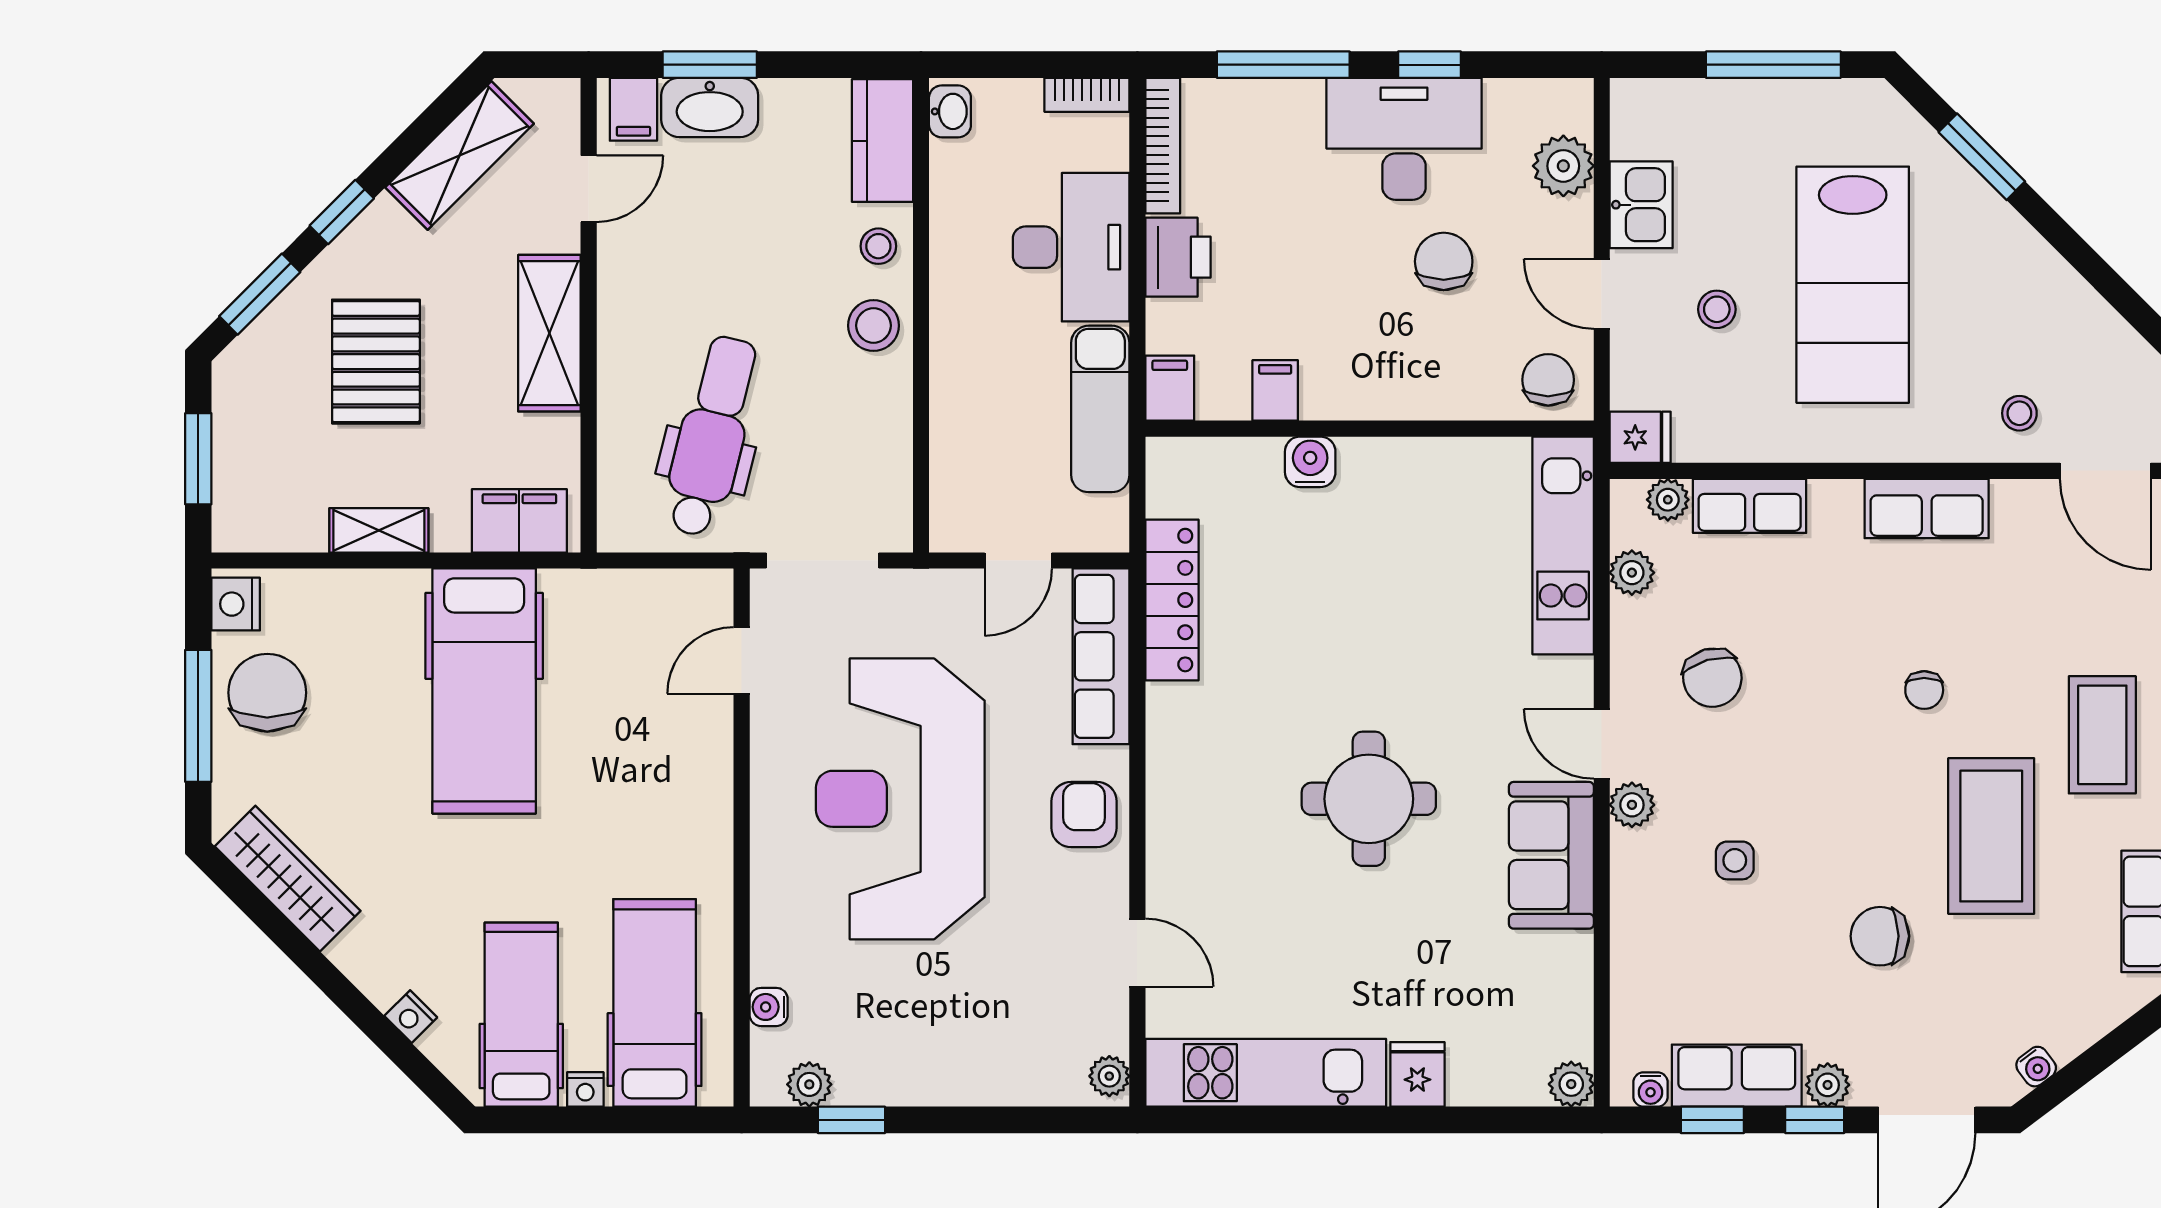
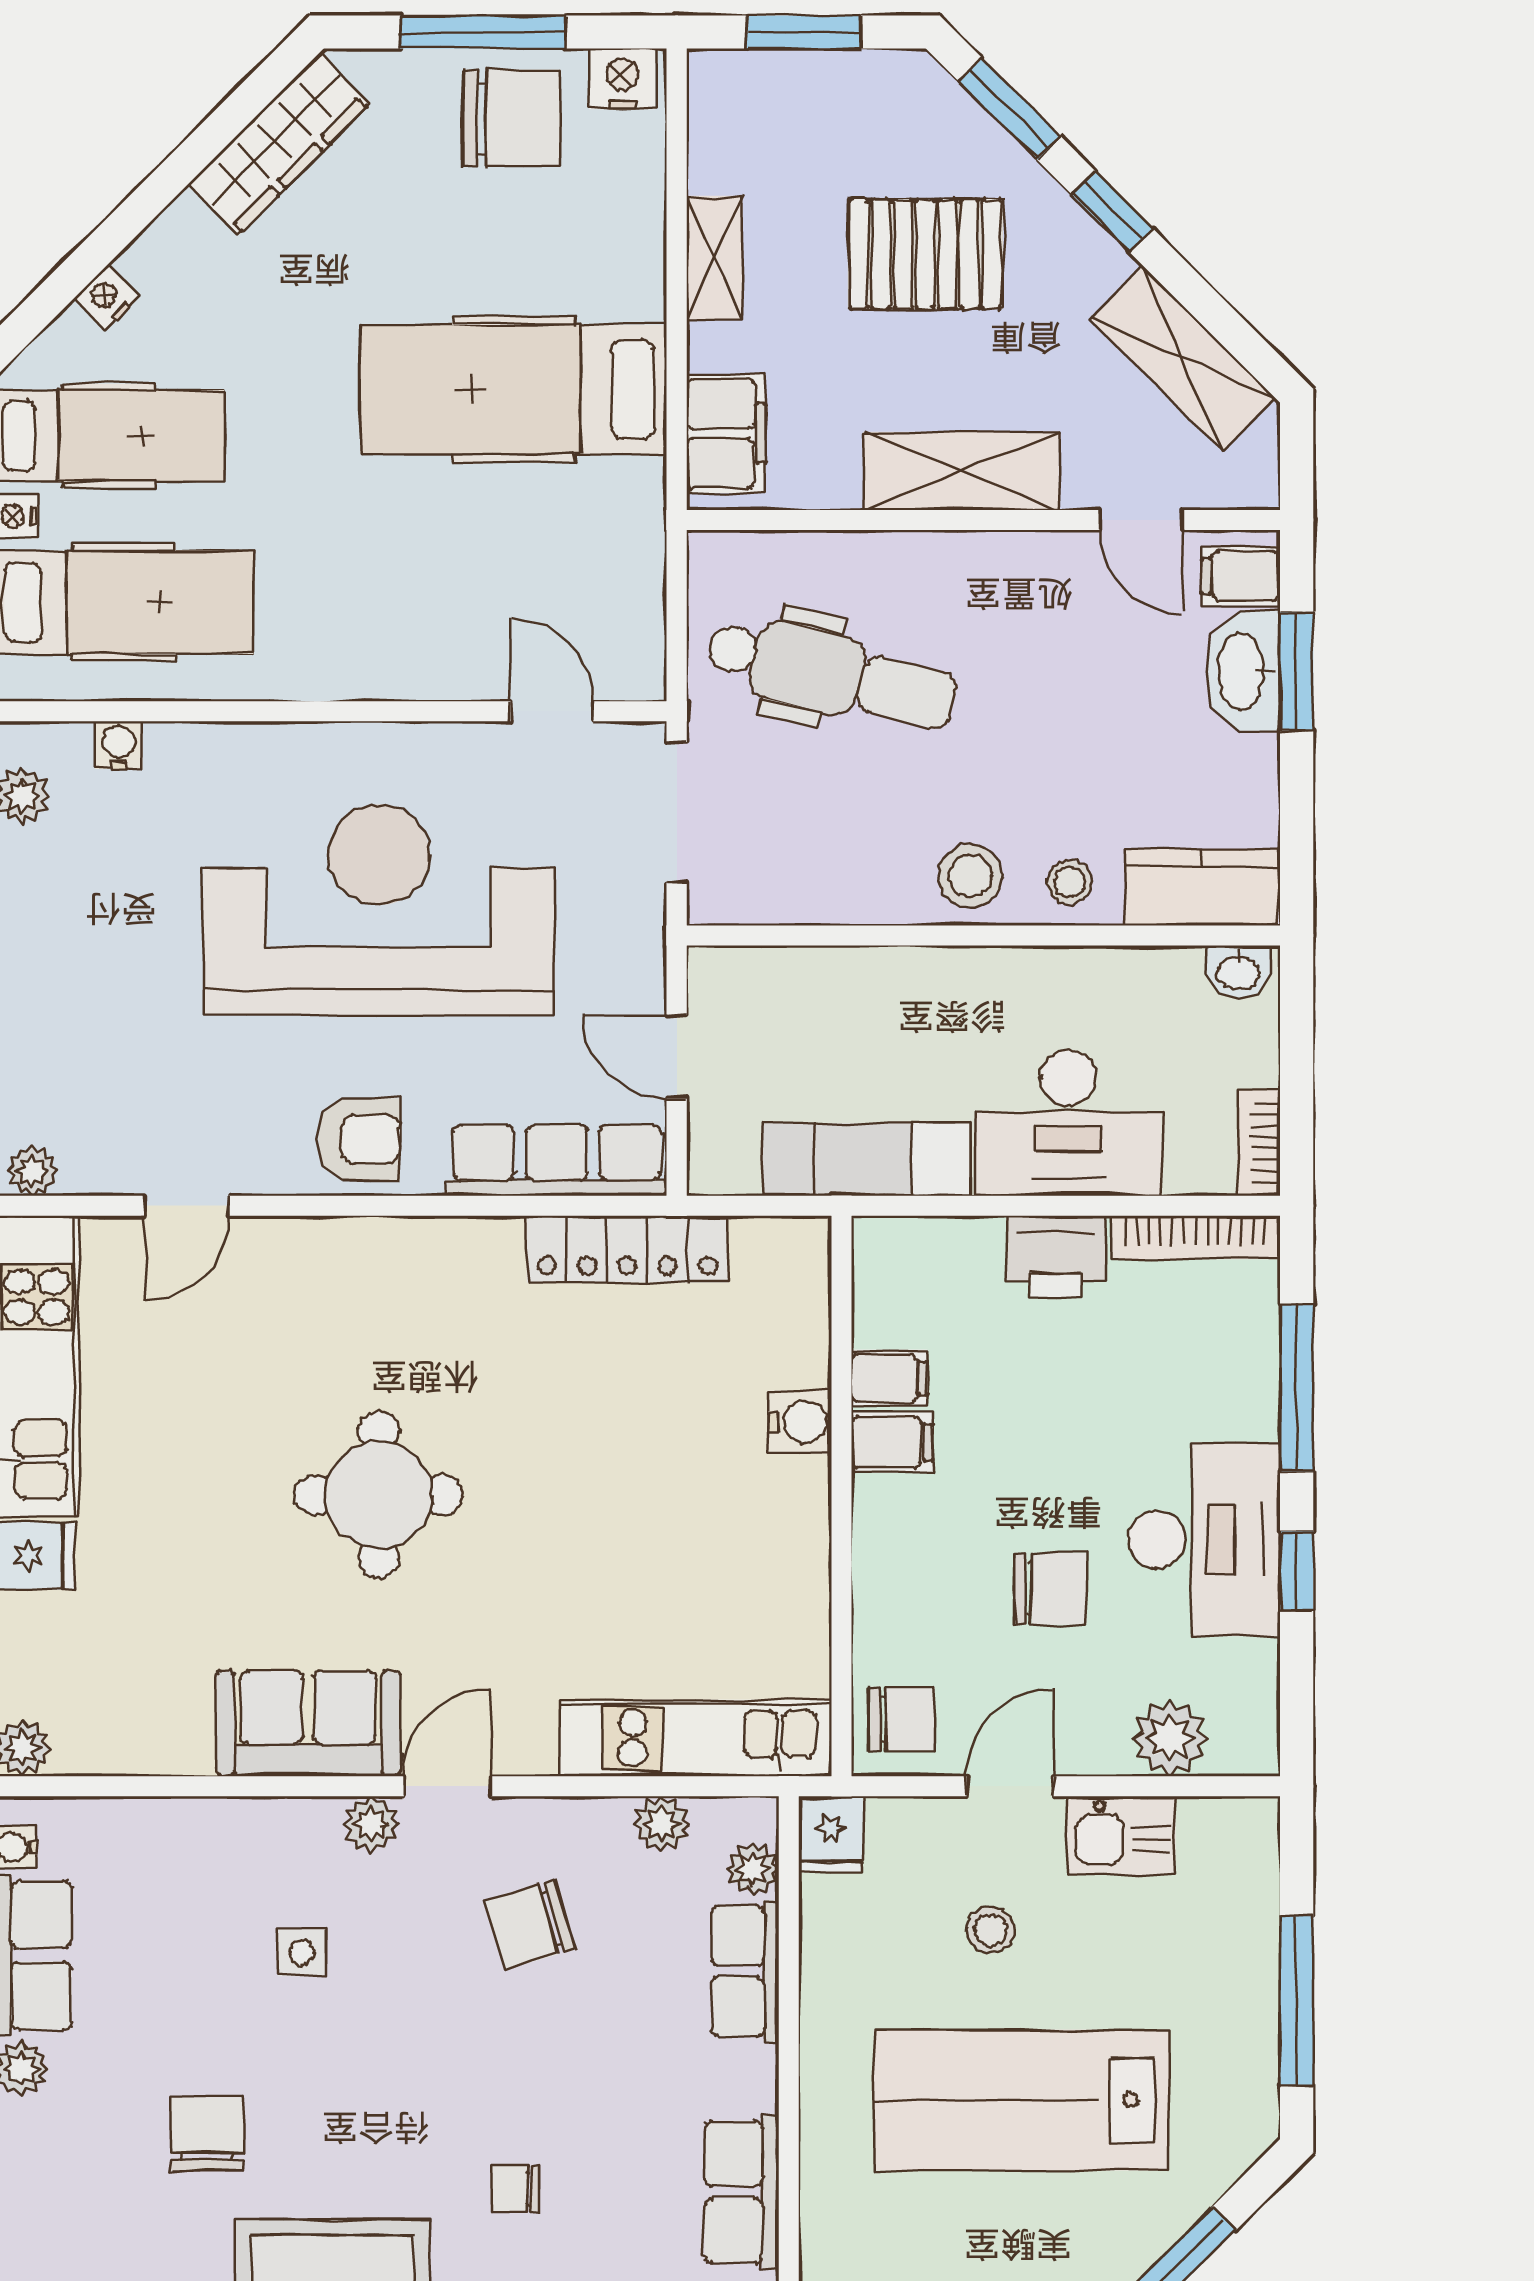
filing cabinet: (1170, 388) -> (892, 1442), moved

